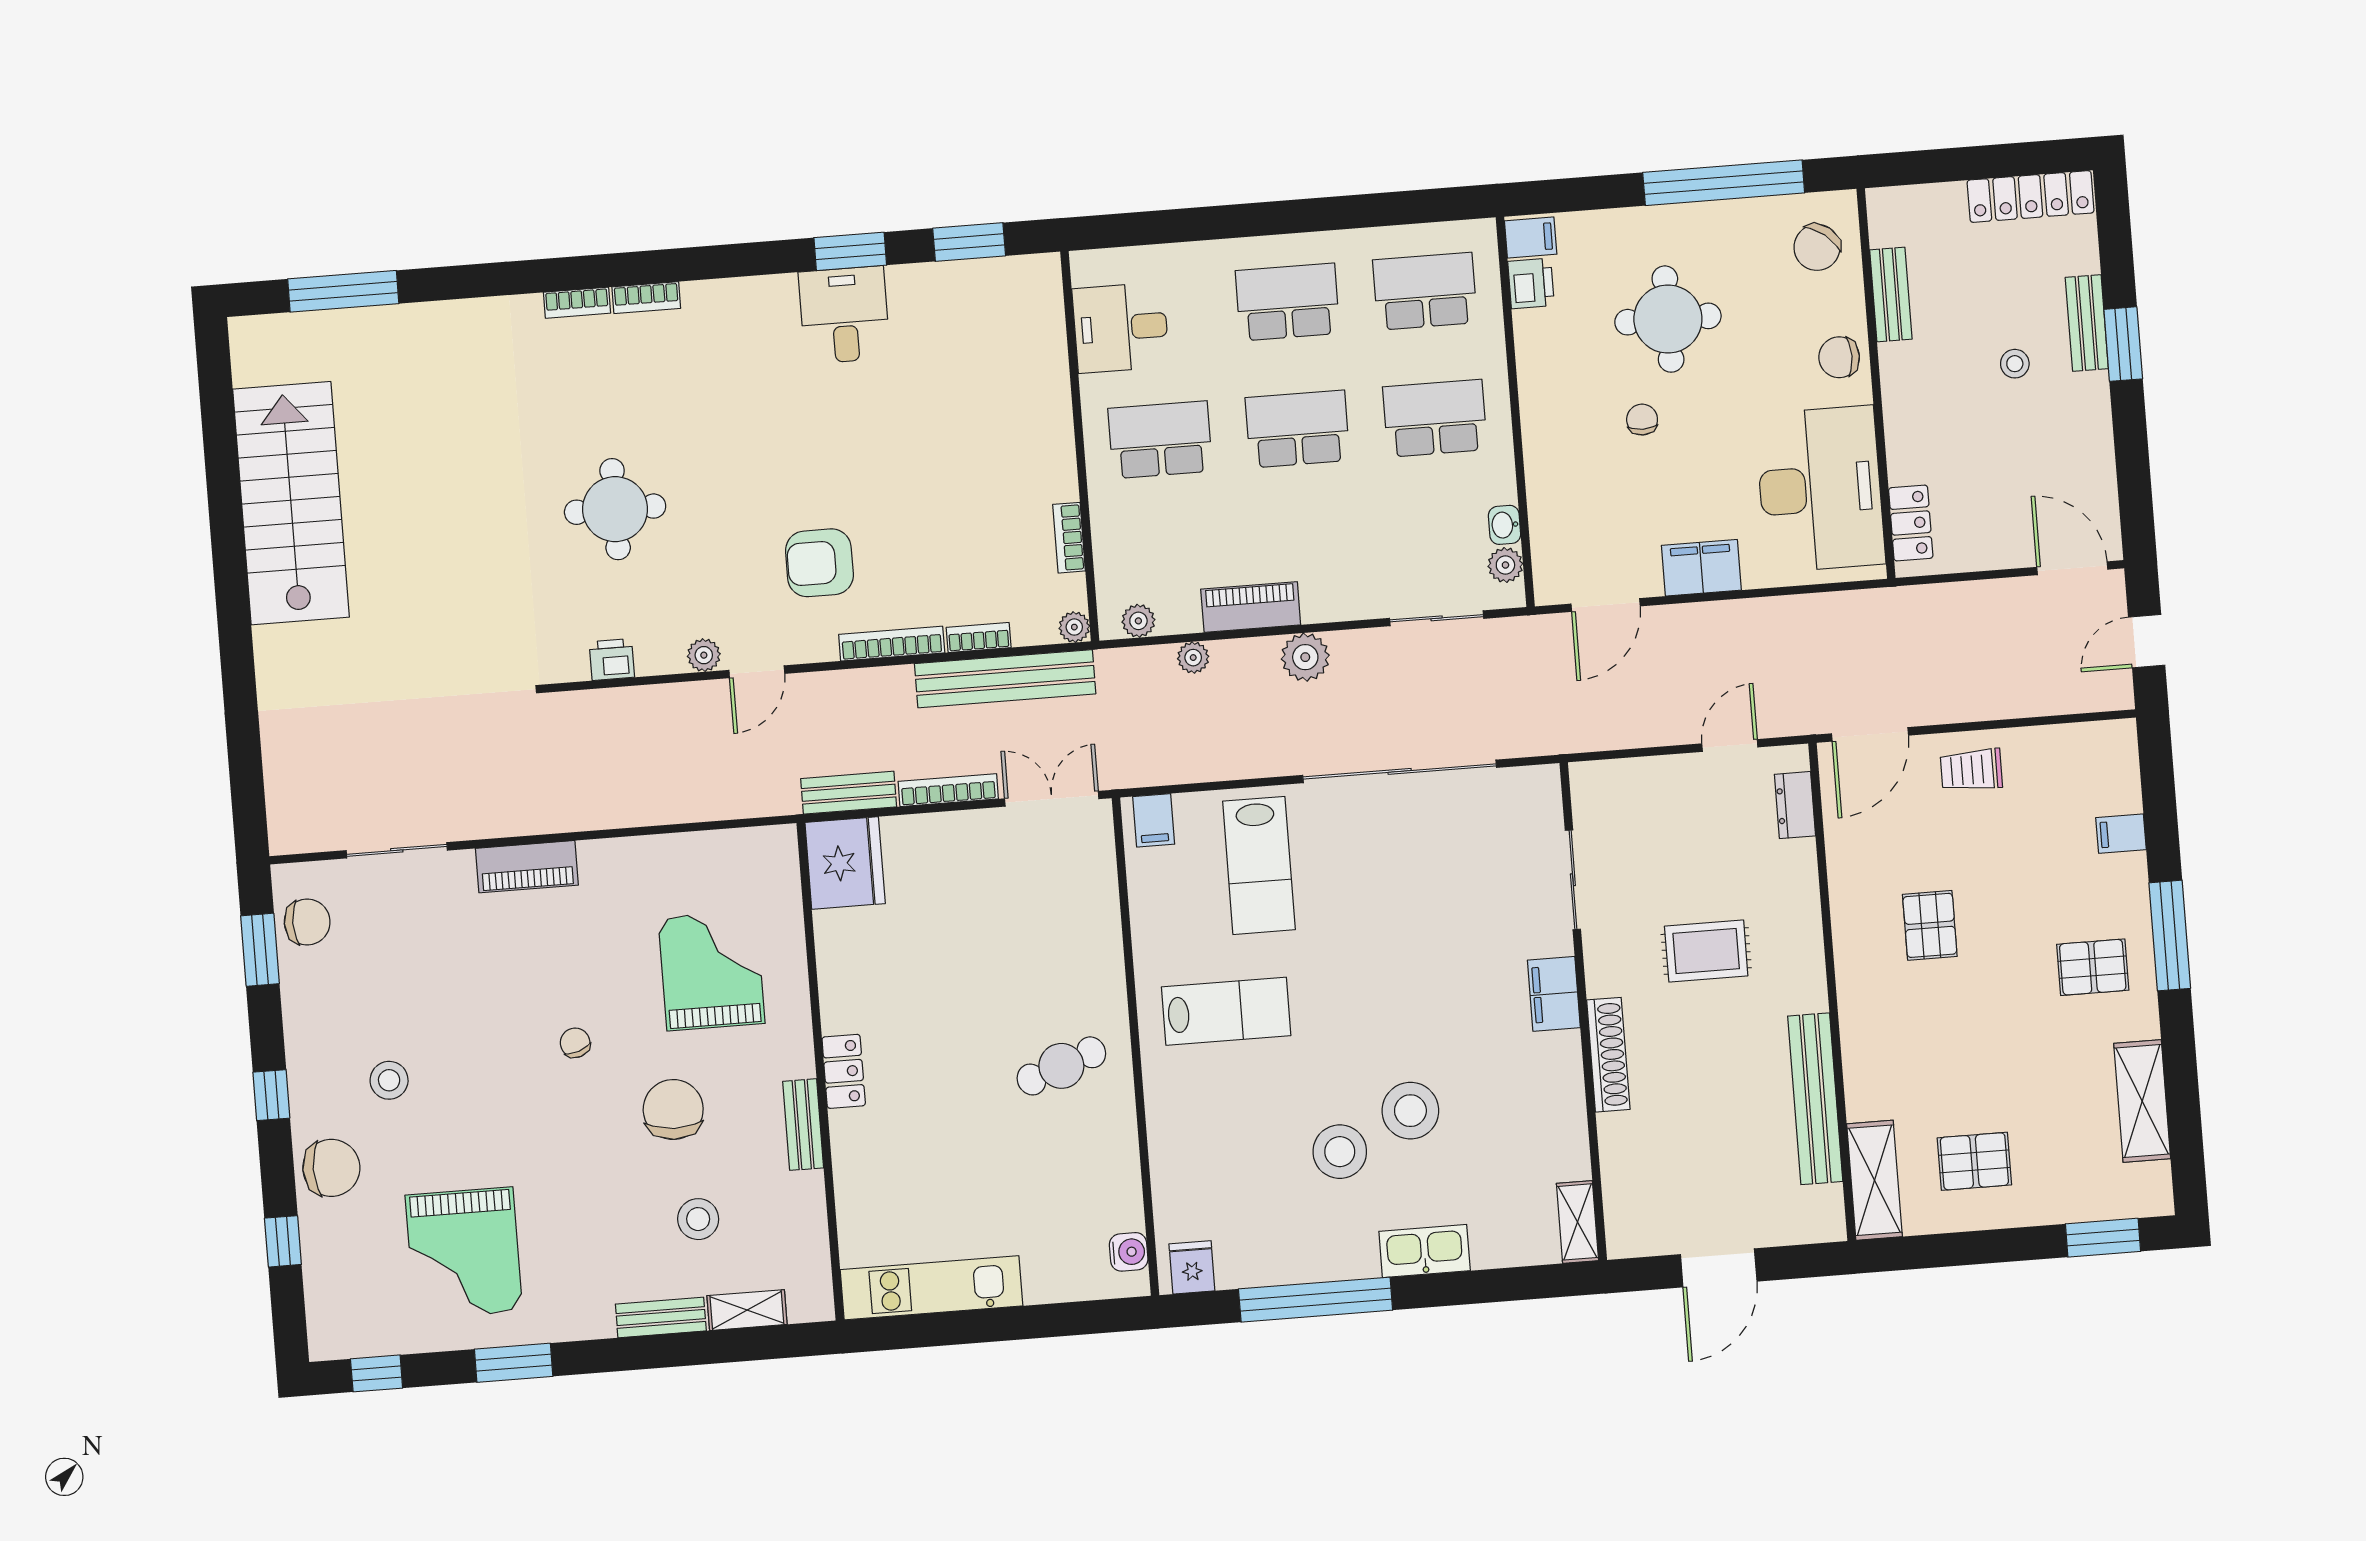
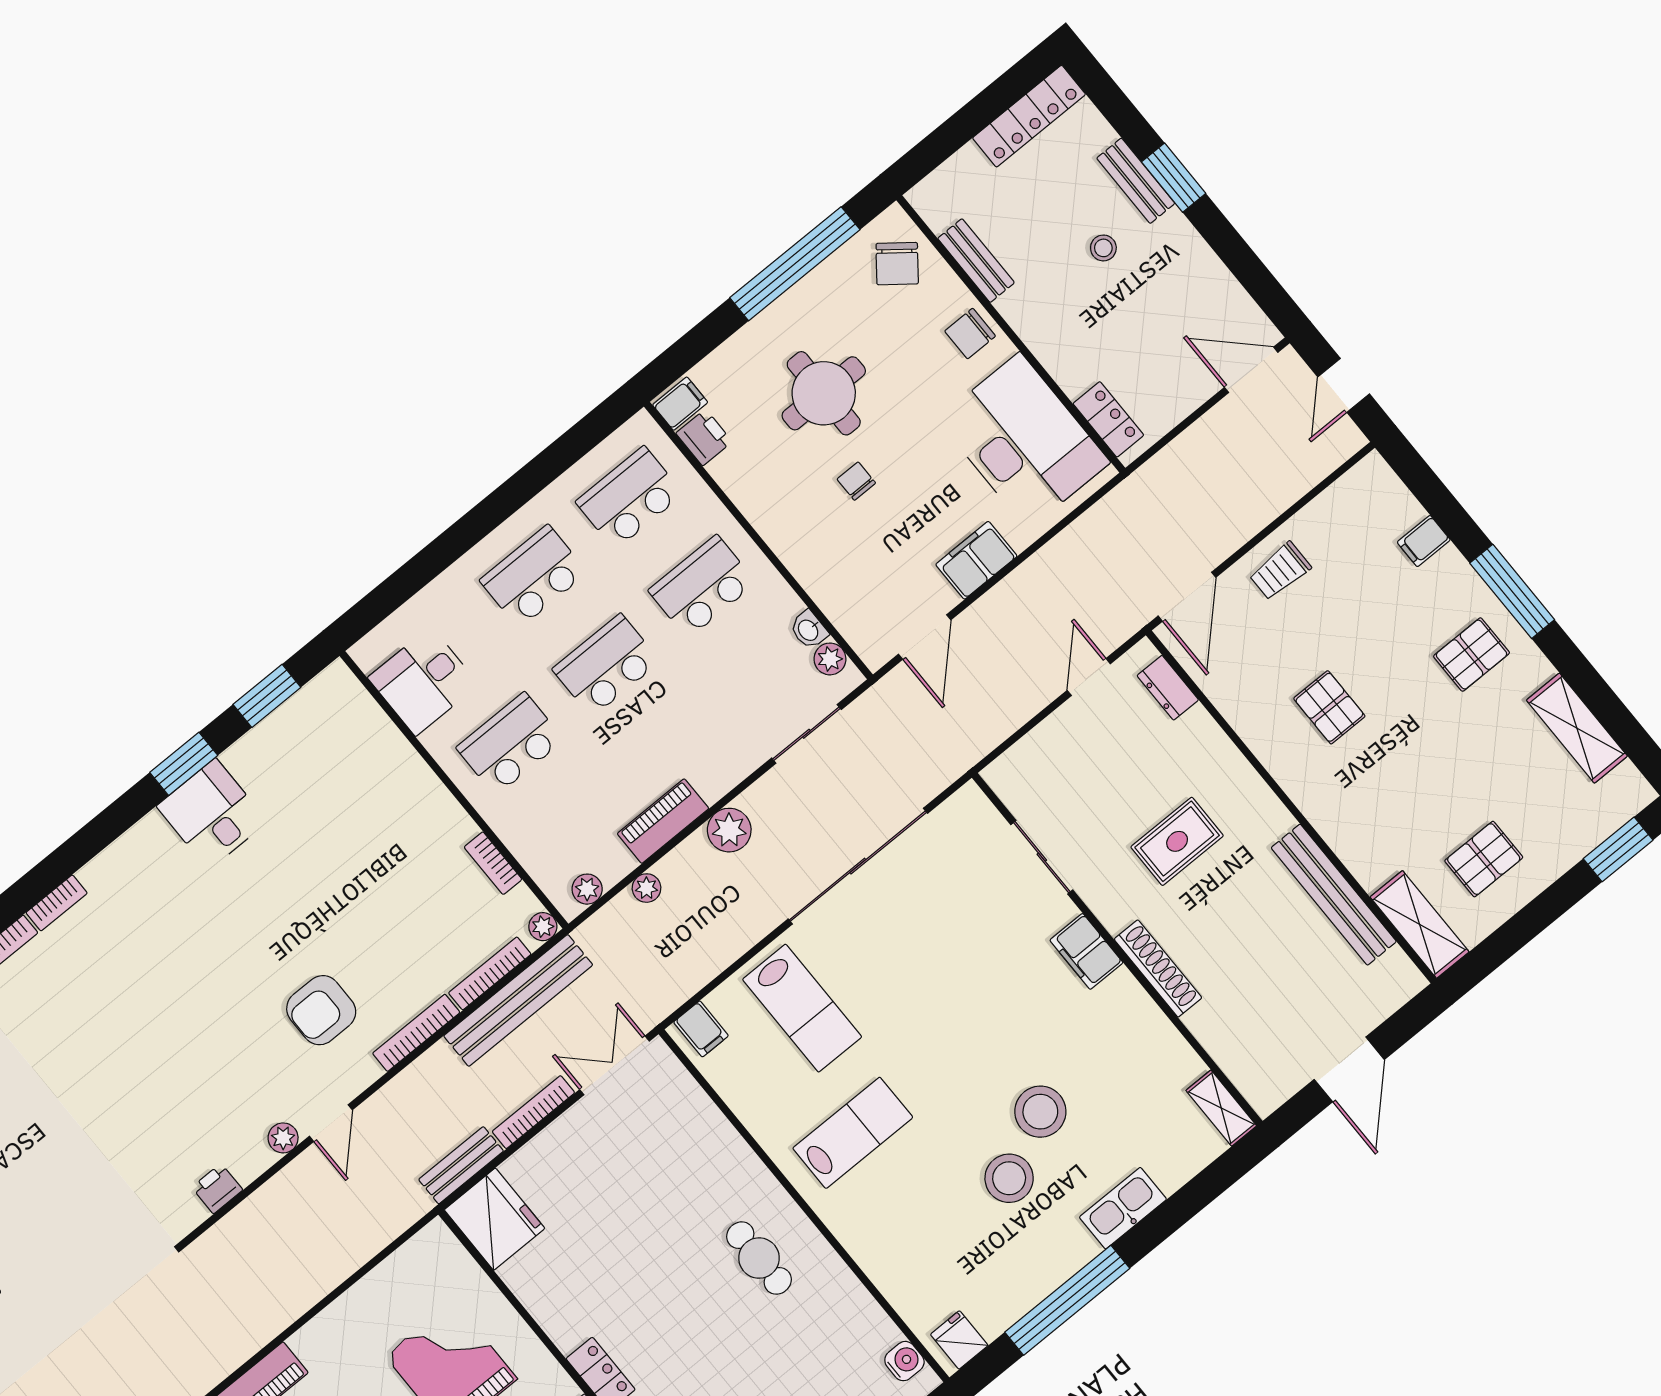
round table: (615, 509) -> (142, 1076), removed
bookcase: (979, 637) -> (490, 973), width x1.56
cafe table: (1061, 1066) -> (759, 1258), turned -70

